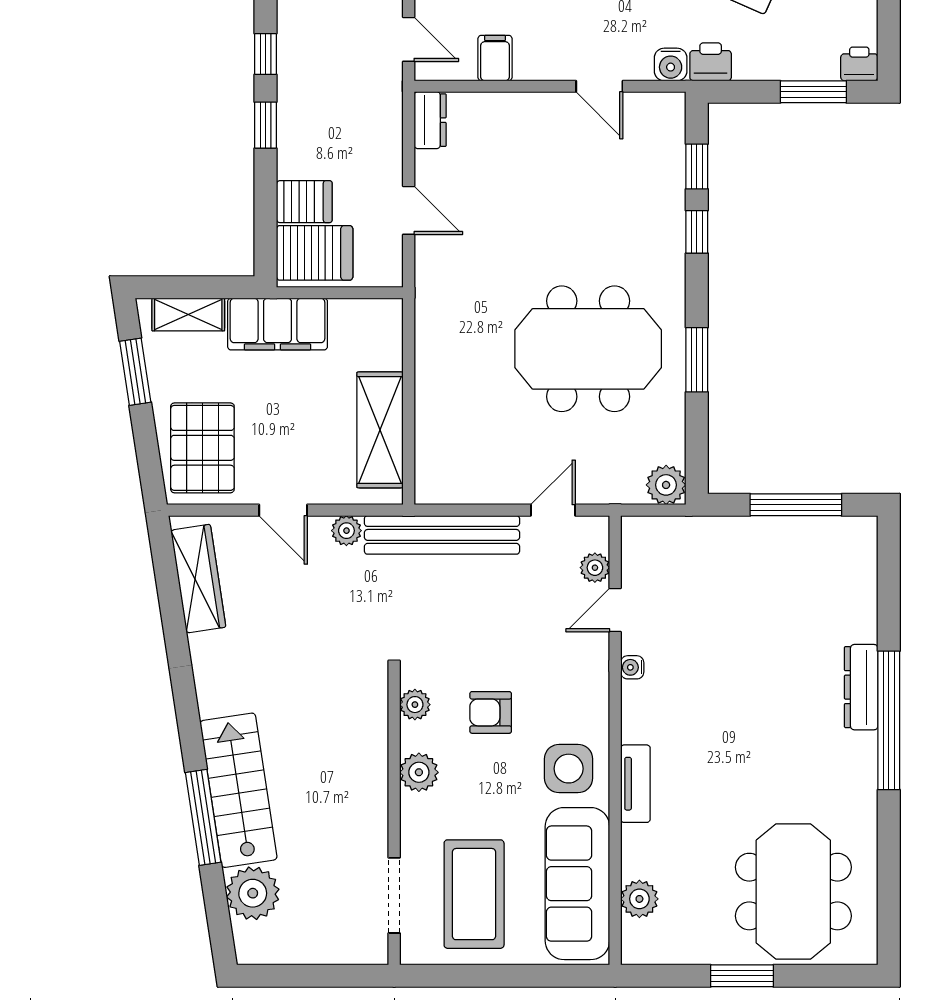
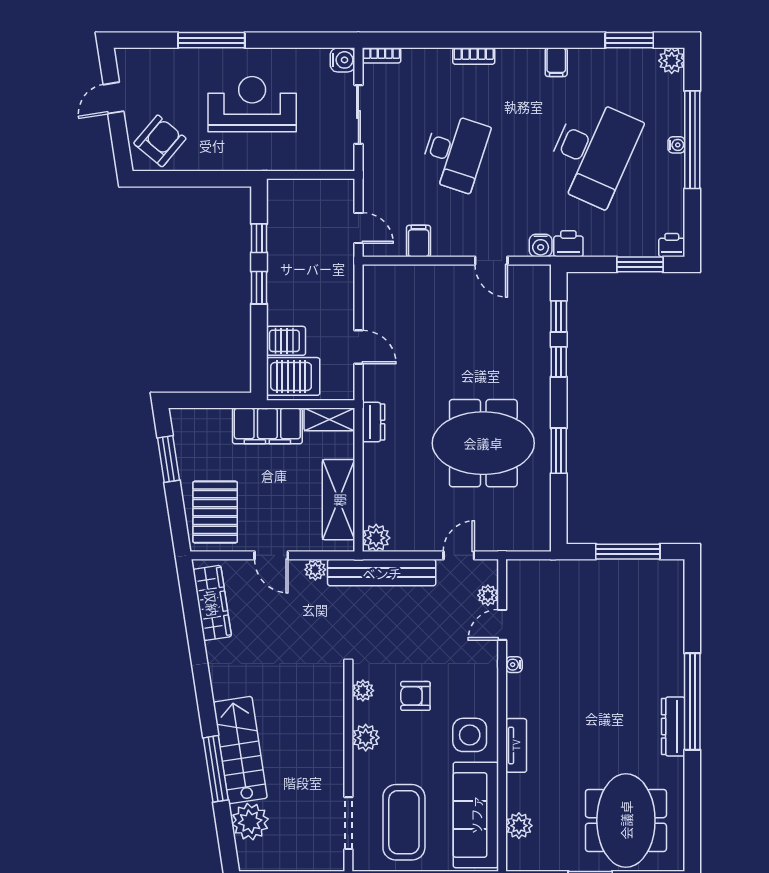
dresser: (430, 120) -> (373, 422), moved
shelving: (188, 315) -> (329, 419), moved
plant: (666, 485) -> (376, 538), moved
dresser: (861, 687) -> (673, 726), moved

